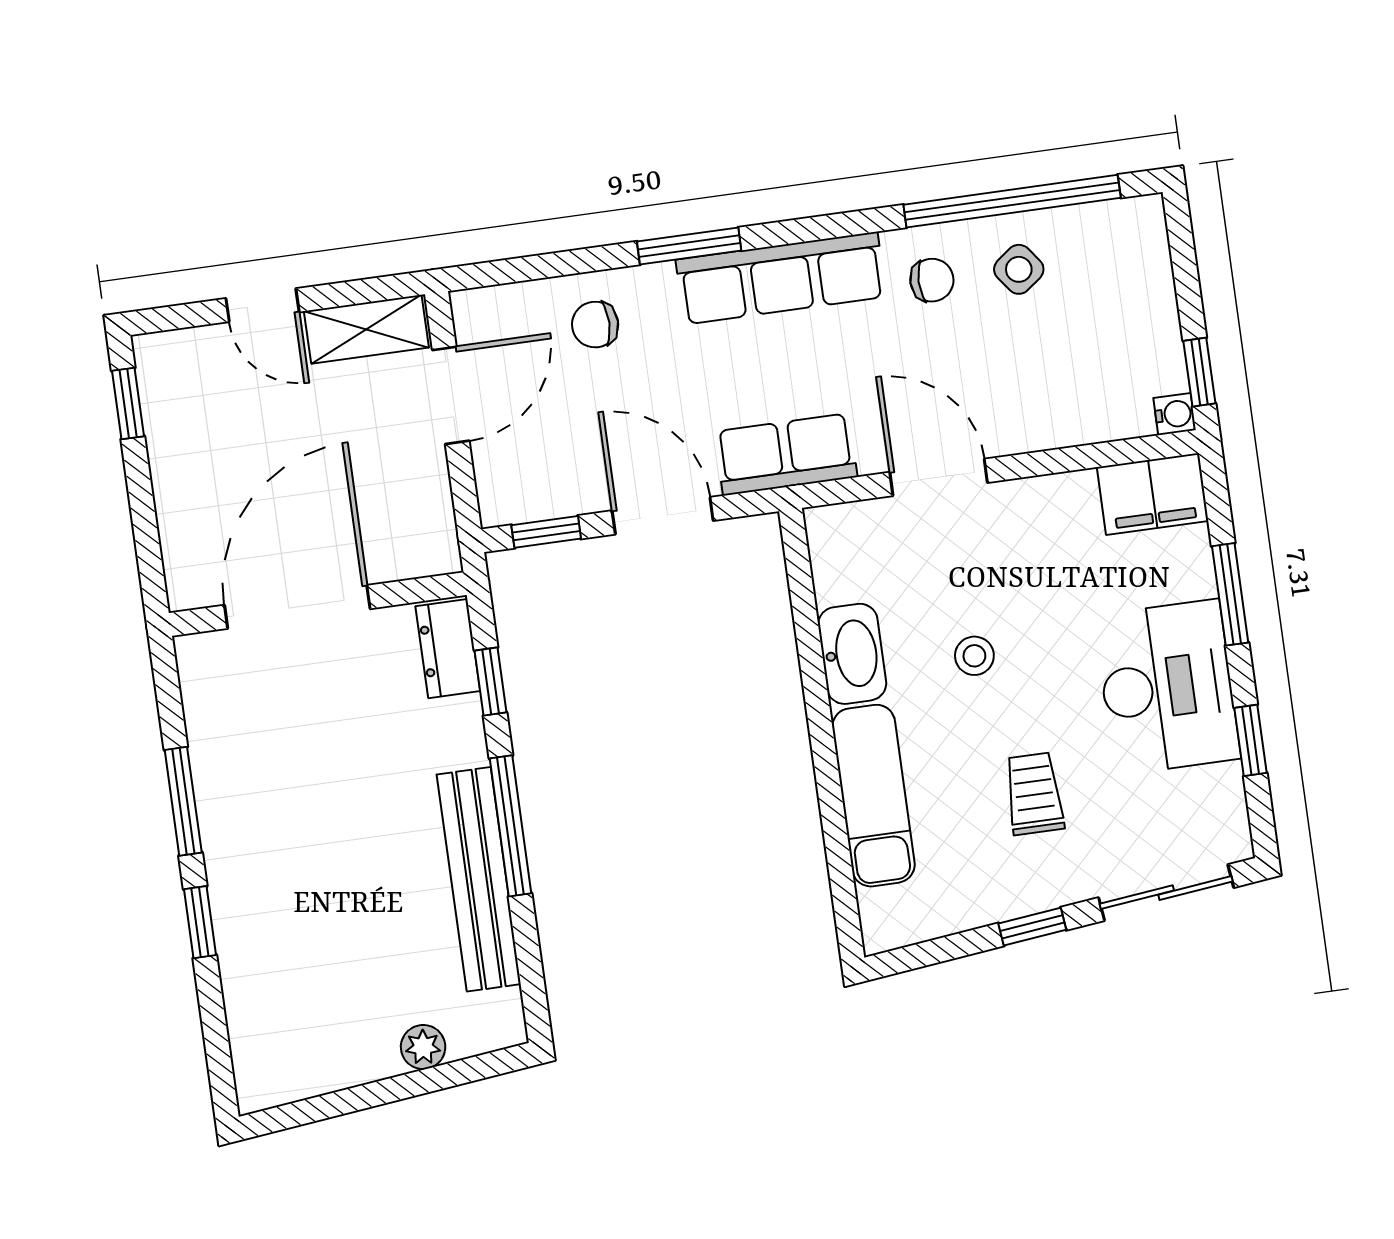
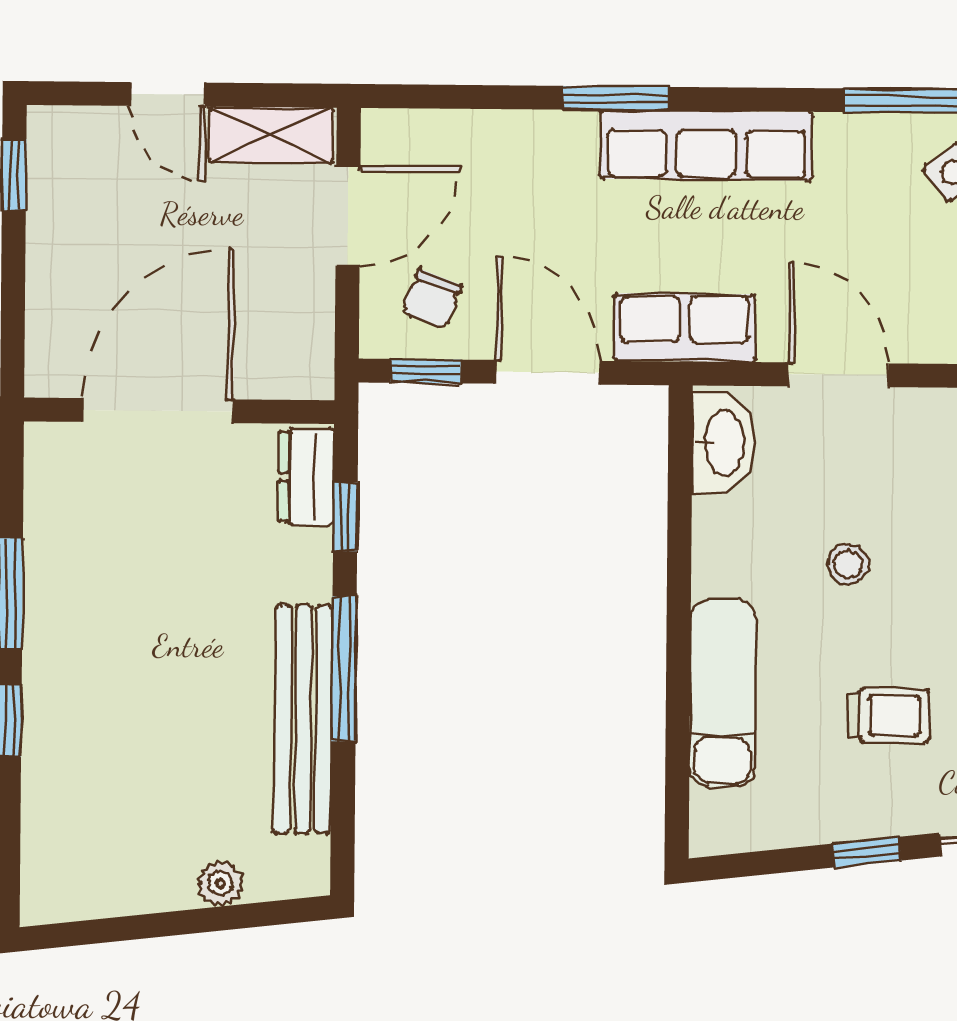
chair: (932, 280) -> (862, 170), removed
chair: (595, 325) -> (432, 299), moved, turned -69
washbasin: (852, 654) -> (723, 443), moved
trolley: (1034, 794) -> (889, 715), turned 90

